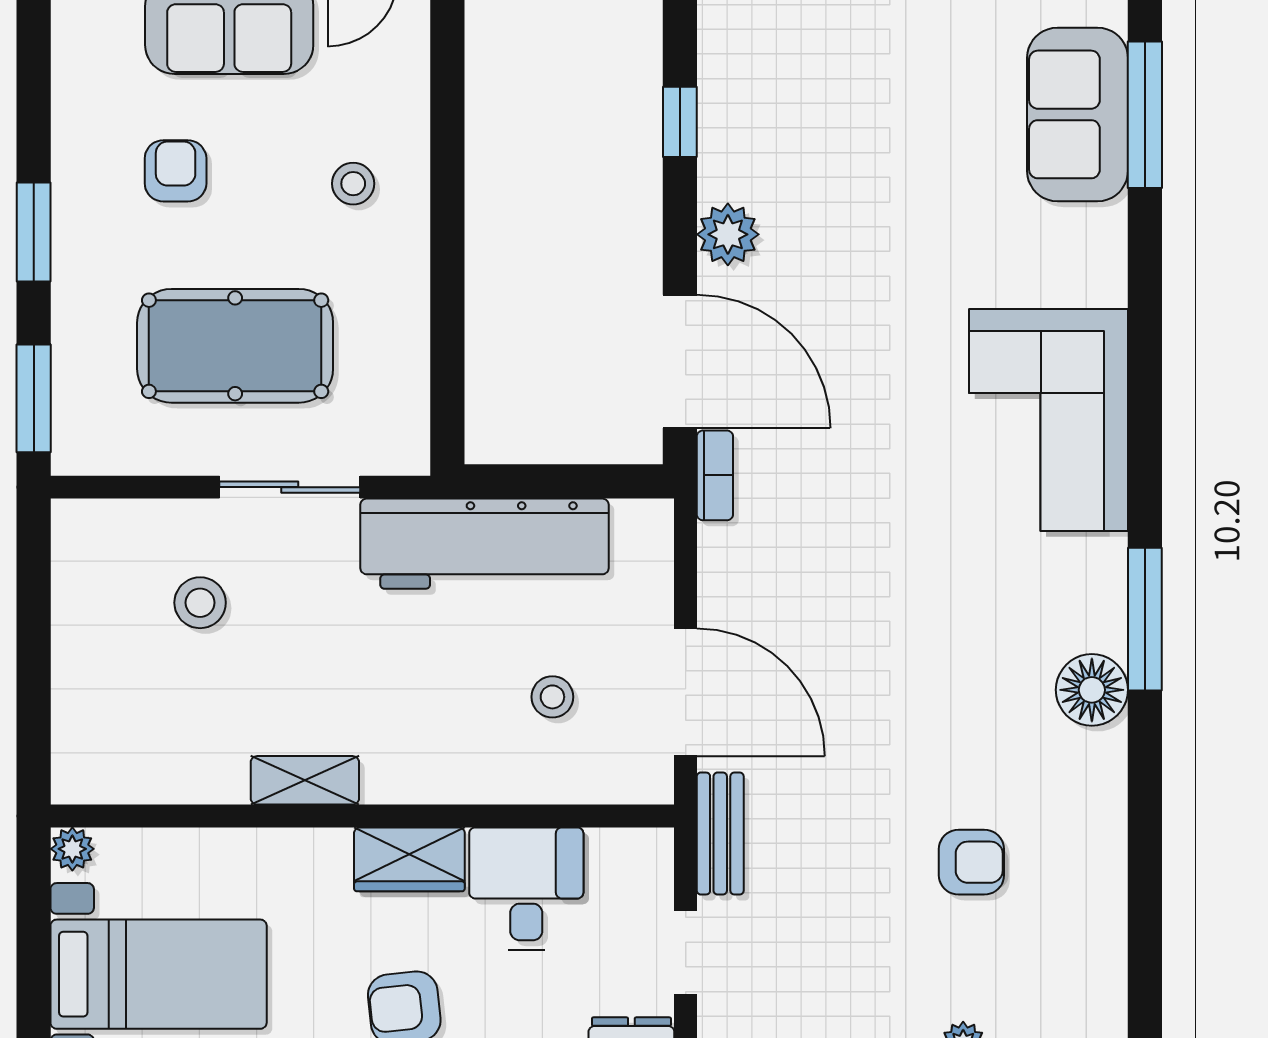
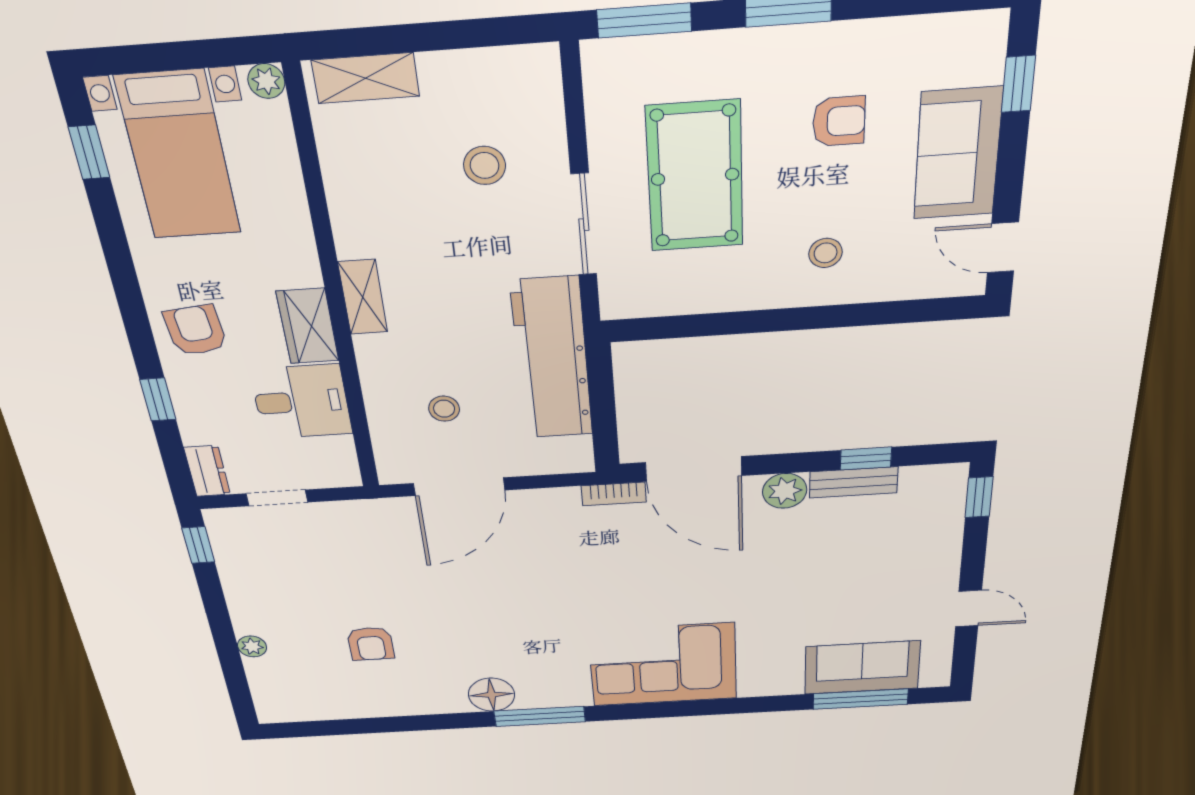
door: (680, 361) -> (694, 469), hinge flipped
shelving: (78, 731) -> (365, 78), added
shelving: (305, 780) -> (363, 297), moved
bench: (720, 834) -> (854, 482), moved

